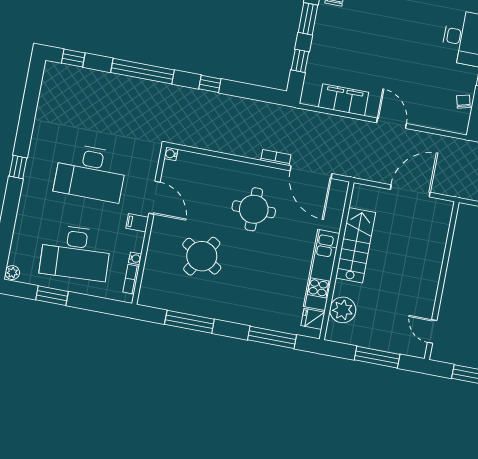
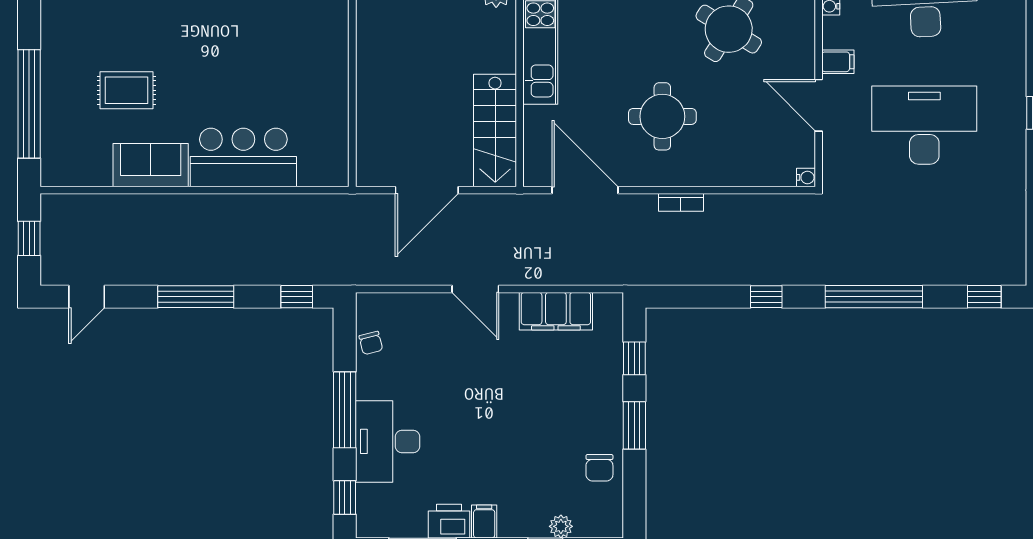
bookcase: (276, 158) -> (681, 202), moved
stairs: (356, 245) -> (495, 130), moved

